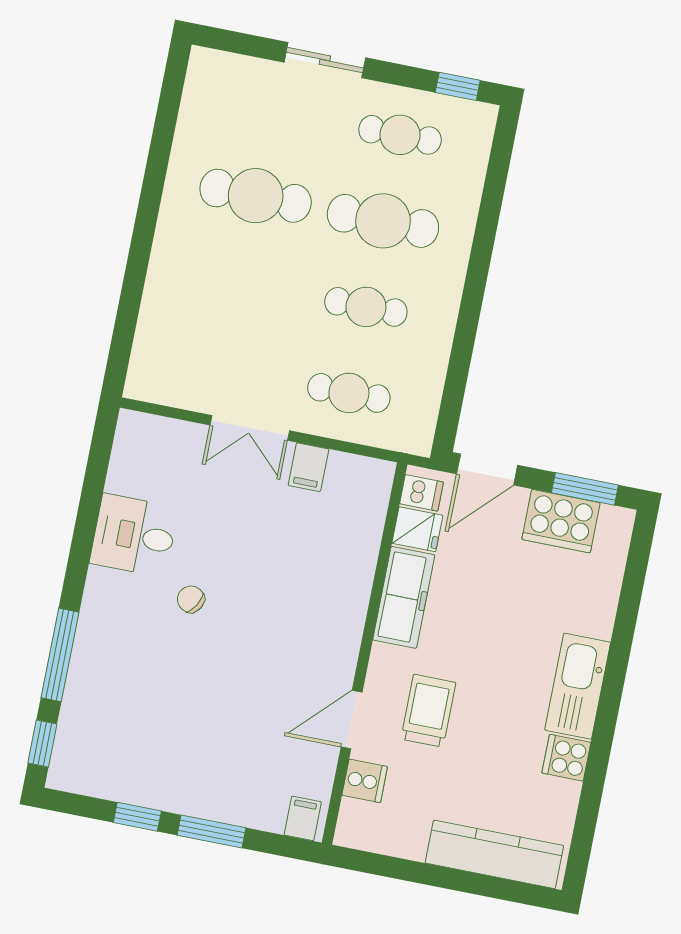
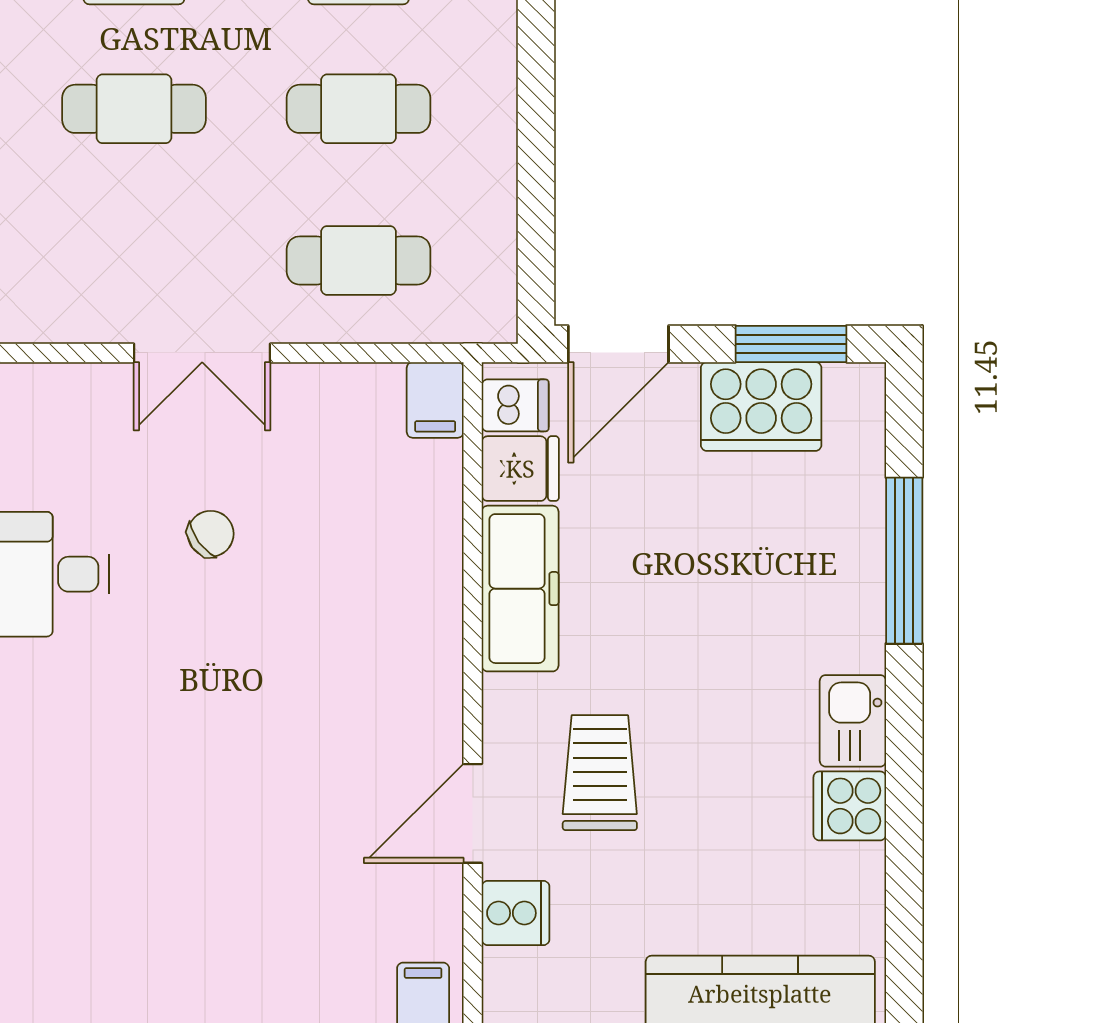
cafe table: (239, 282) -> (134, 109), added
filing cabinet: (308, 467) -> (435, 400), moved
chair: (191, 599) -> (211, 534), moved, turned 113
window: (625, 625) -> (904, 561), added
kitchen sink: (578, 686) -> (853, 721), width x0.53, depth x0.81

